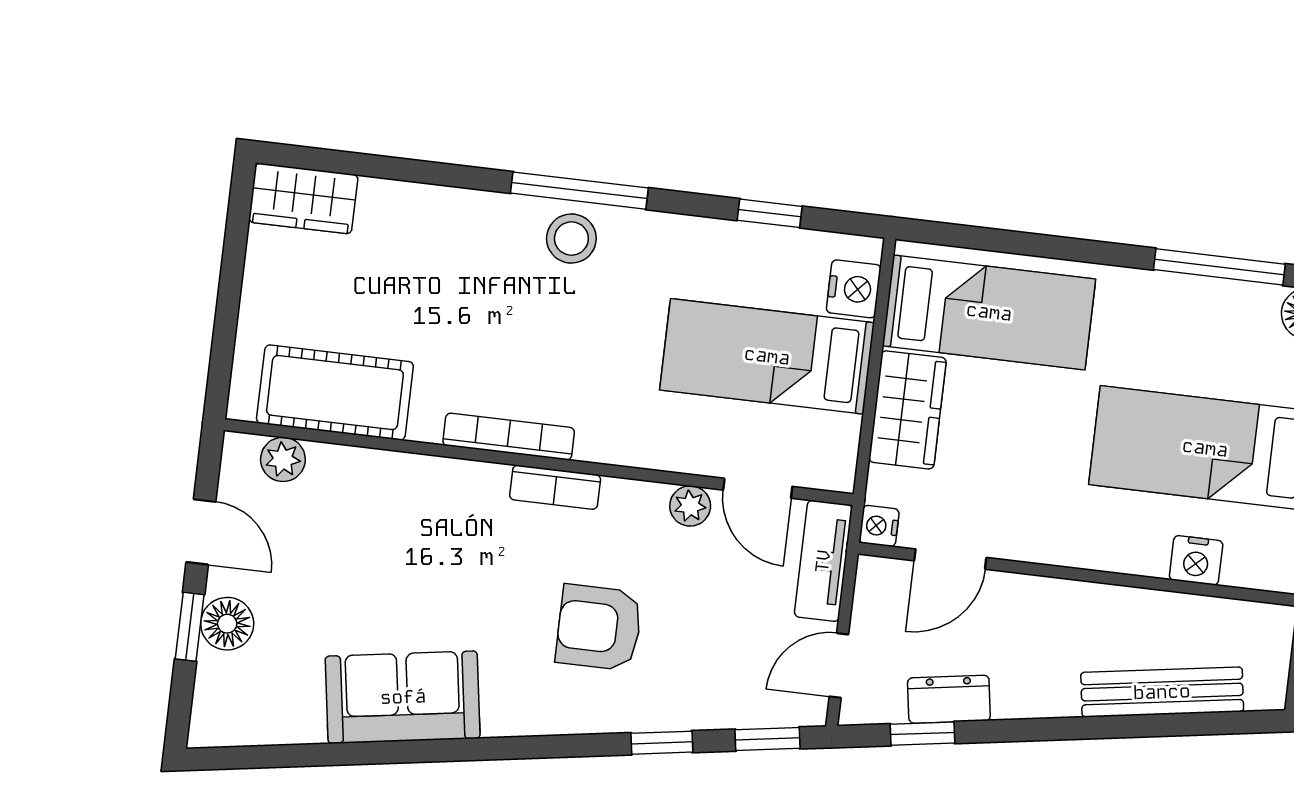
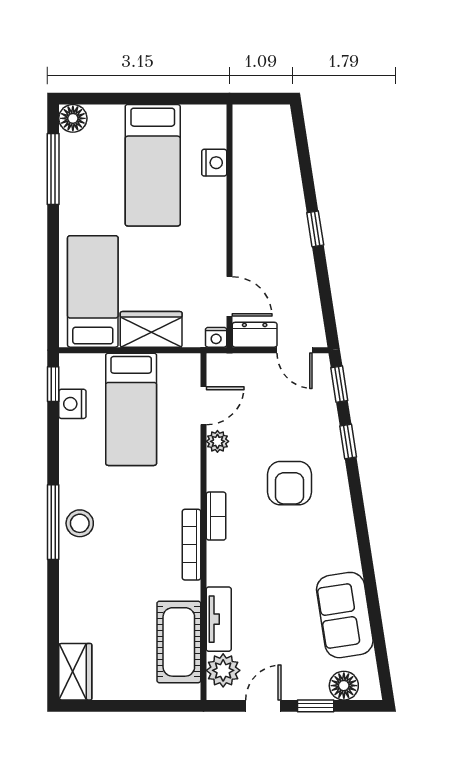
window: (770, 213) -> (53, 384), moved
nightstand: (854, 289) -> (72, 404), moved, turned -90
plant: (283, 459) -> (223, 670), width x1.38, depth x1.38
tv unit: (823, 561) -> (219, 619), moved, turned -90
floor lamp: (227, 624) -> (344, 686), moved
bench: (1162, 692) -> (288, 173), removed
sofa: (403, 697) -> (345, 615), moved
dresser: (949, 699) -> (255, 335), moved, turned 99
window: (922, 734) -> (315, 229), moved

